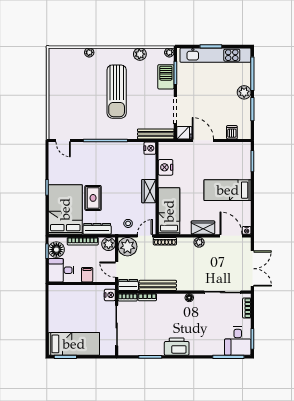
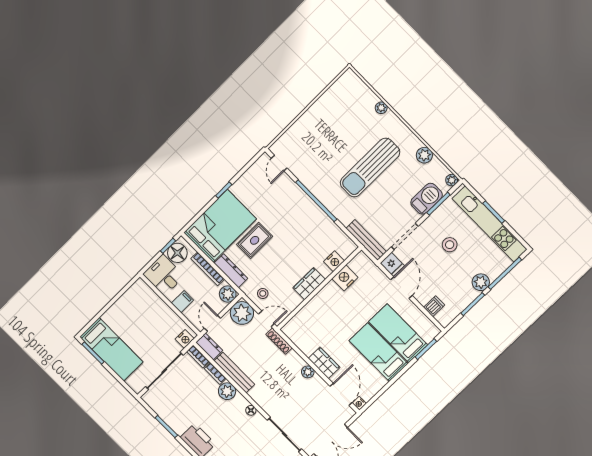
stool: (205, 89) -> (450, 245), added
nightstand: (150, 148) -> (334, 261), moved
bed: (169, 211) -> (398, 333), moved, turned -90
plant: (164, 301) -> (227, 391), added

